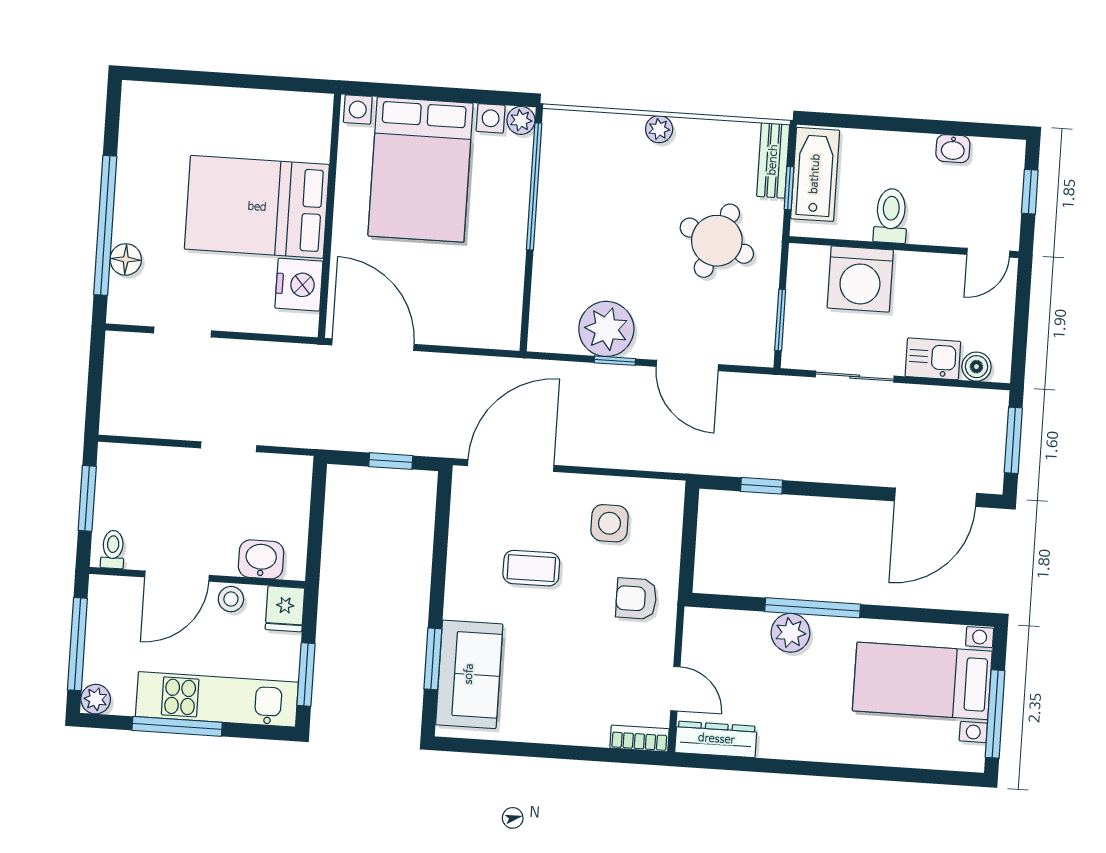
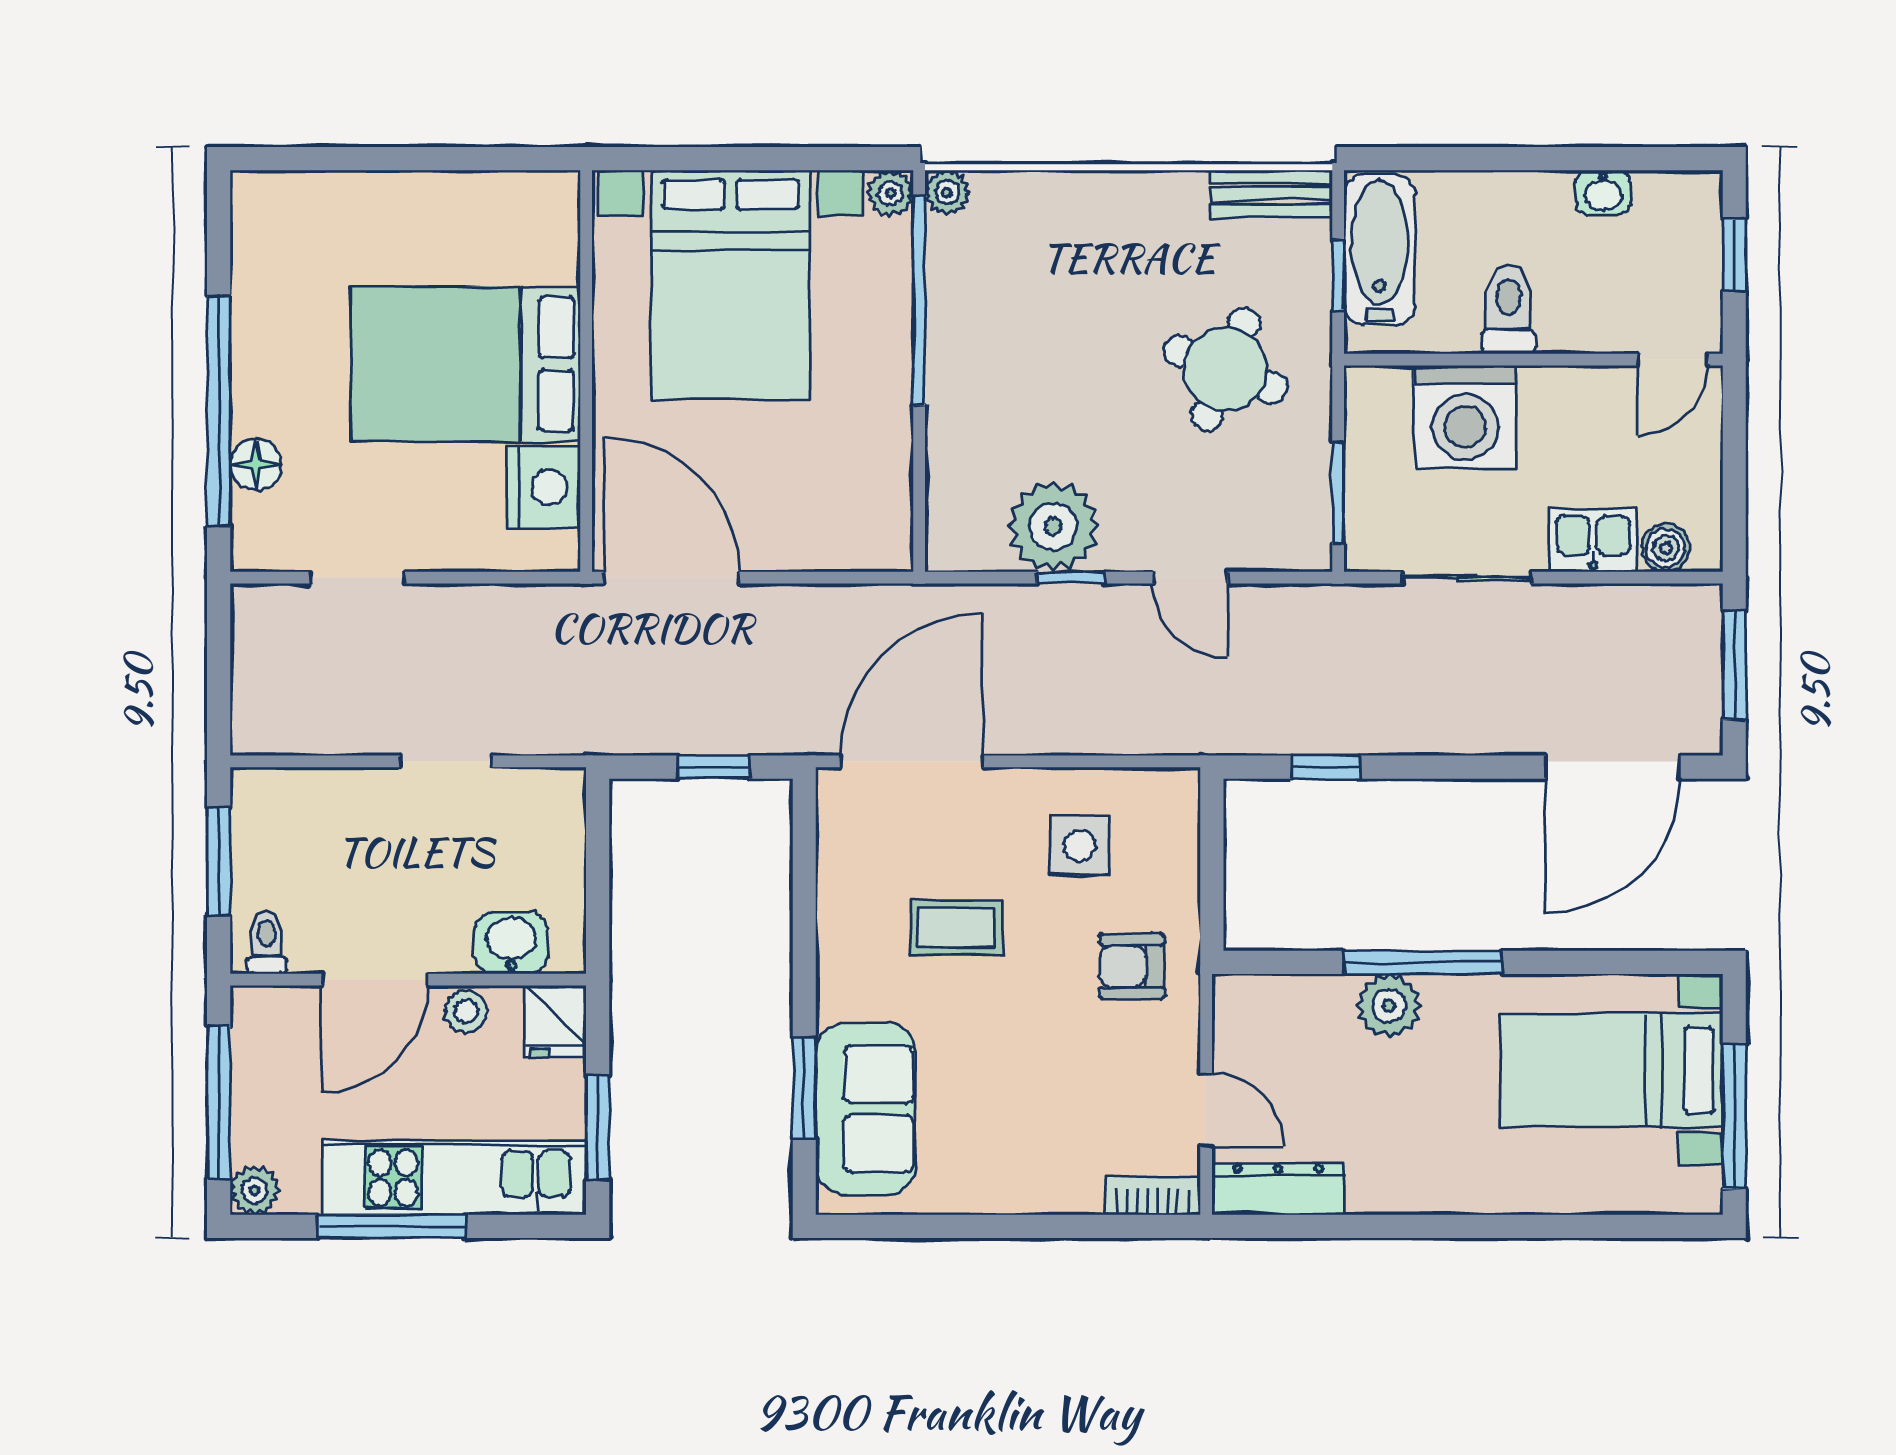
plant: (659, 129) -> (947, 192), moved
bench: (773, 160) -> (1271, 193), moved, turned 90
door: (687, 365) -> (1190, 578), width x0.73

